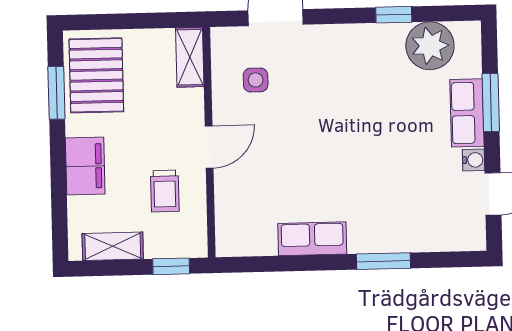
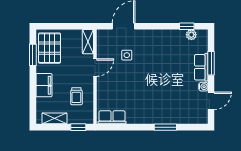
window: (394, 15) -> (187, 26), moved
plant: (430, 46) -> (191, 35), width x0.53, depth x0.53
side table: (256, 80) -> (127, 55), moved
door: (209, 147) -> (95, 68), moved
row of seats: (312, 239) -> (112, 117), moved

